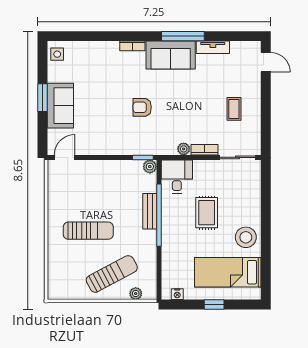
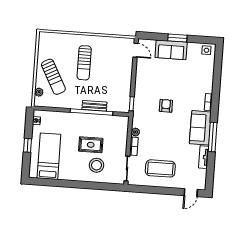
coffee table: (234, 109) -> (160, 168), width x1.86, depth x1.72
plant: (150, 167) -> (125, 108), removed
desk: (177, 177) -> (117, 126), removed
stool: (246, 237) -> (96, 165), moved

